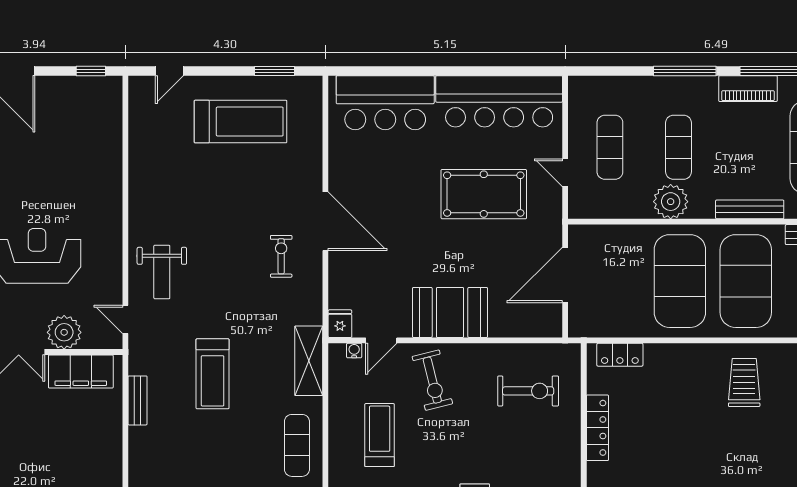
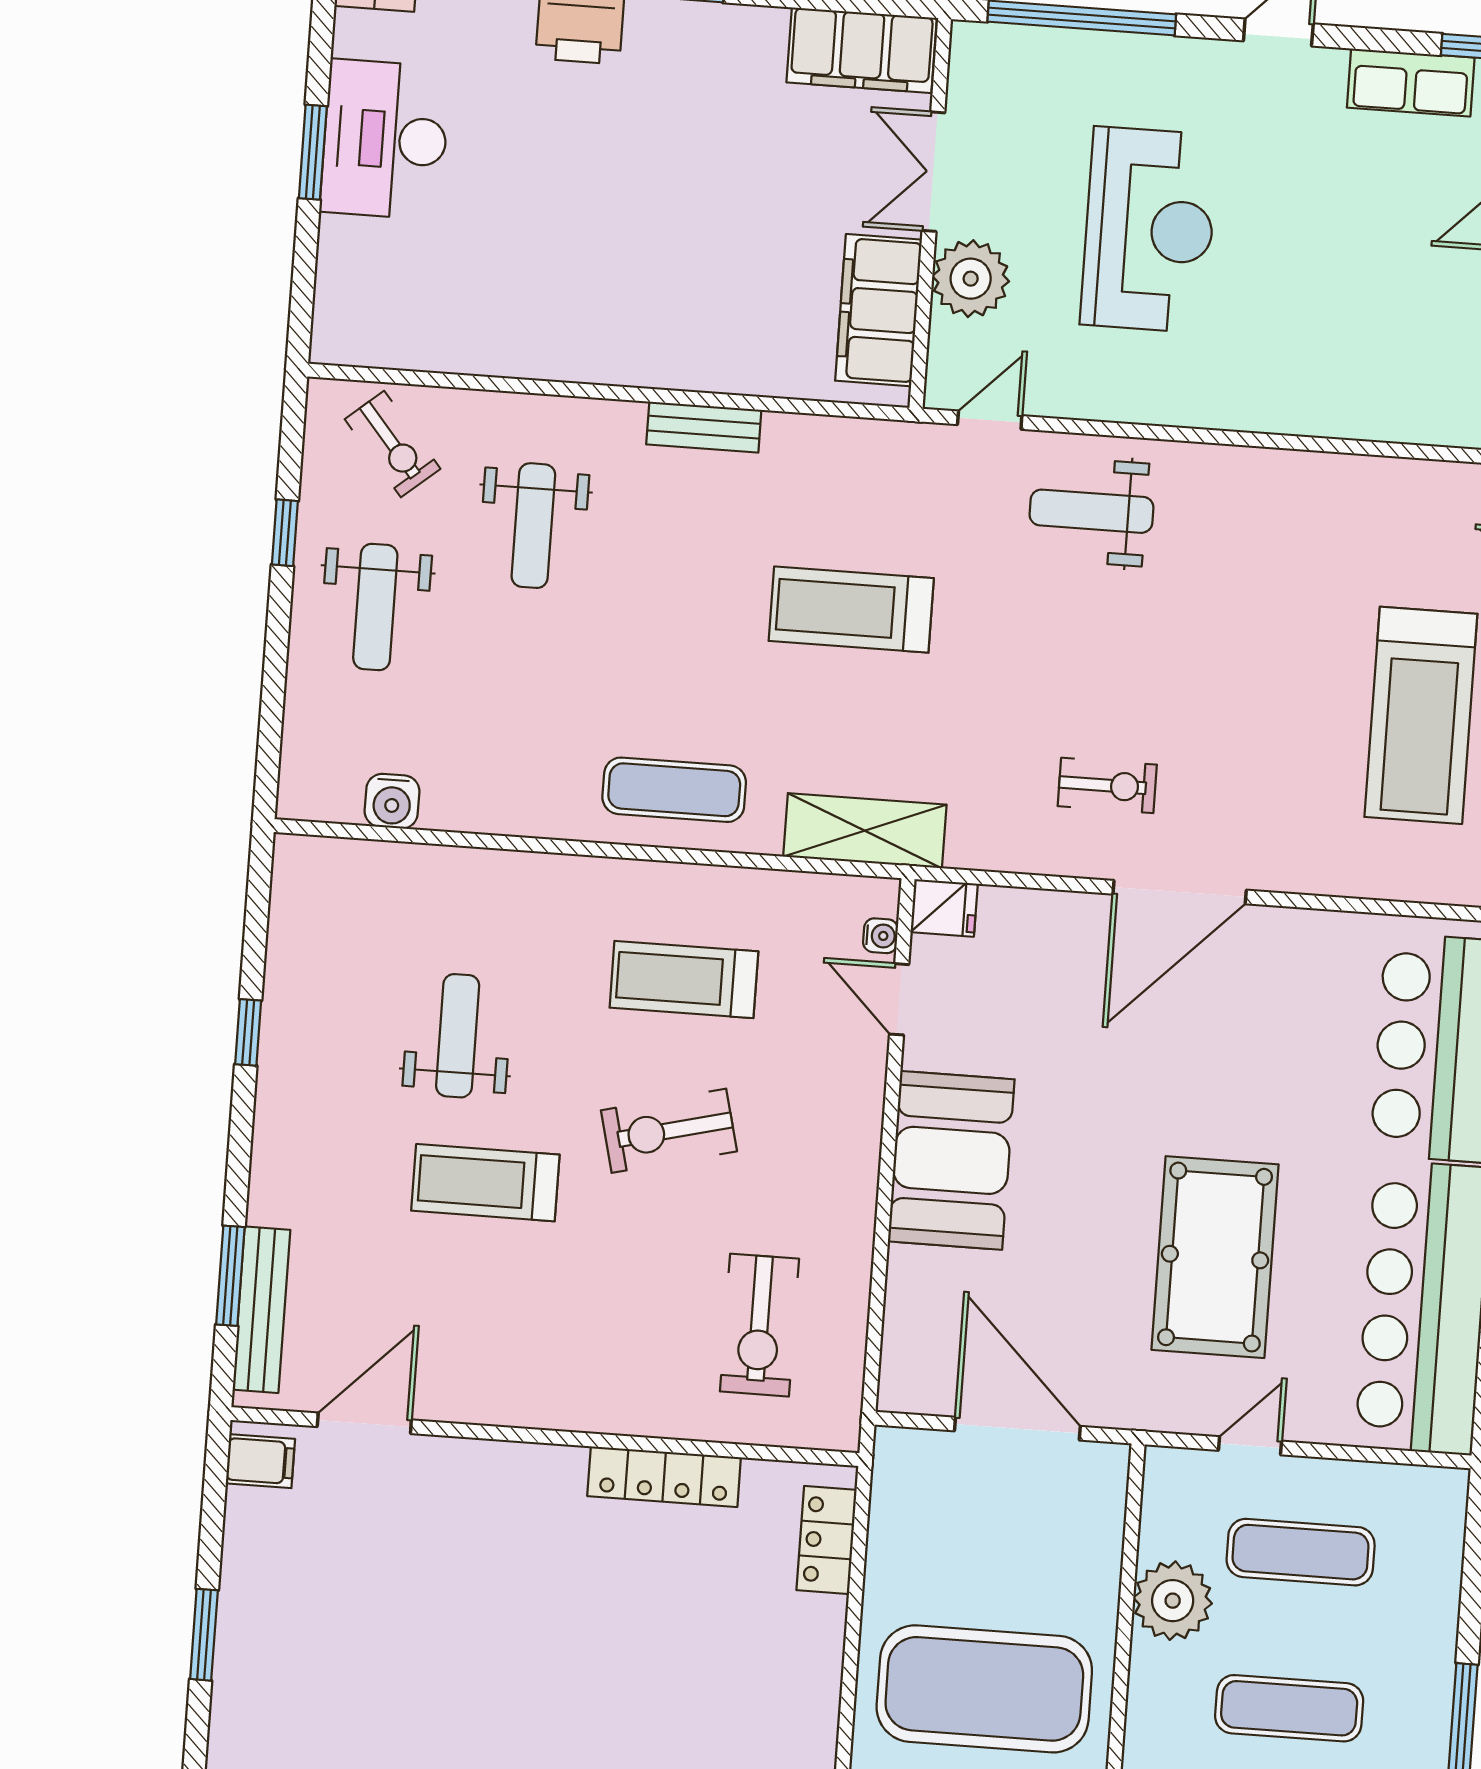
plant: (671, 202) -> (1173, 1601), moved
exercise bike: (432, 380) -> (669, 1131), moved
bench: (138, 400) -> (704, 427), moved
treadmill: (380, 435) -> (684, 979), turned 180

